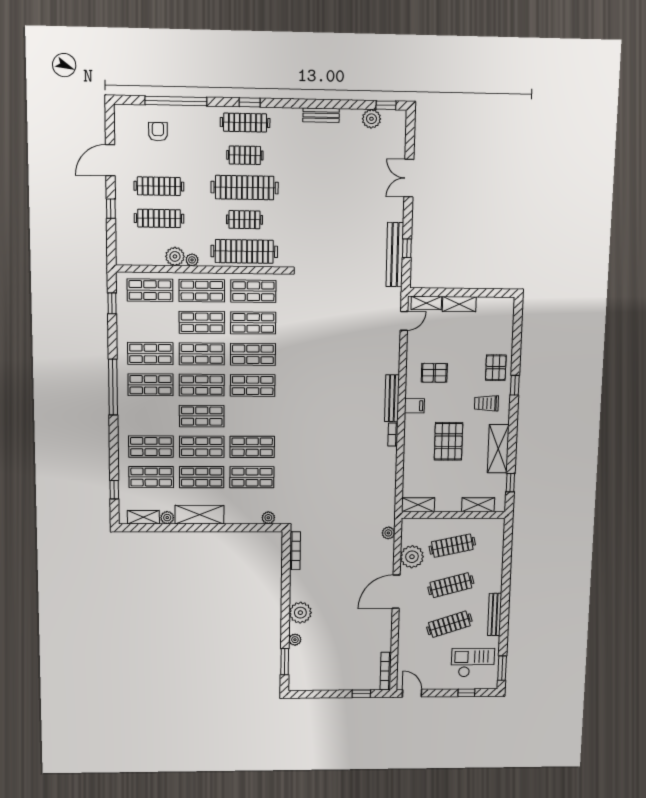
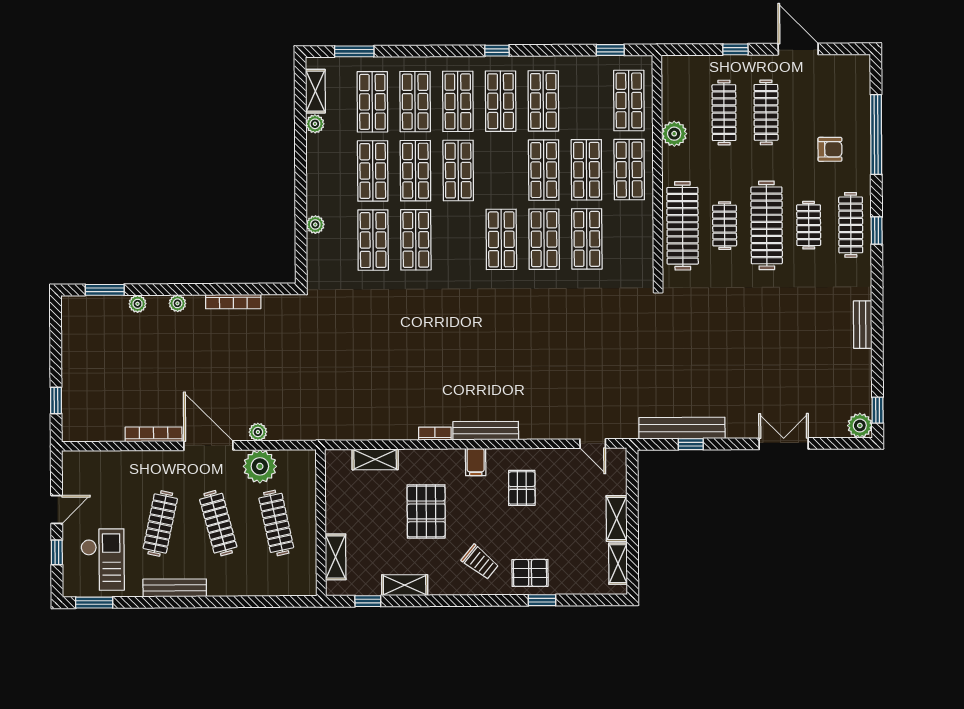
plant: (371, 119) -> (860, 426), moved
armchair: (158, 132) -> (830, 149), moved
plant: (192, 260) -> (670, 156), removed
shop shelf: (253, 291) -> (630, 239), removed
shelving: (426, 303) -> (618, 564), moved
shop shelf: (202, 385) -> (458, 101), moved
window: (515, 385) -> (542, 600), moved
window: (113, 387) -> (497, 51), width x0.32
trolley: (486, 403) -> (480, 562), turned 129
pallet: (448, 441) -> (426, 511), turned 90
shelving: (498, 449) -> (405, 585), width x0.67, depth x0.75
window: (114, 490) -> (354, 51), width x1.50
shelving: (418, 505) -> (375, 459), moved, turned 90
shelving: (199, 515) -> (319, 168), removed
plant: (268, 518) -> (315, 225), moved
plant: (388, 533) -> (258, 432), moved
bookcase: (295, 551) -> (233, 302), moved
plant: (300, 613) -> (177, 303), width x0.53, depth x0.53
clothes rail: (449, 624) -> (160, 523), turned 30
bookcase: (386, 671) -> (154, 434), moved
door: (412, 693) -> (57, 509), moved

